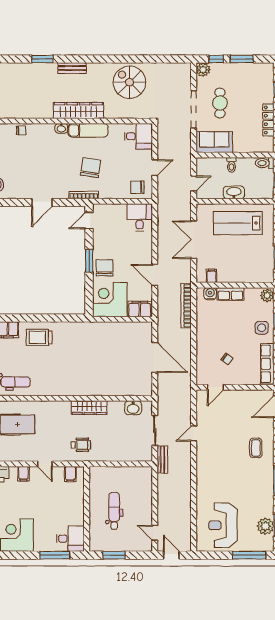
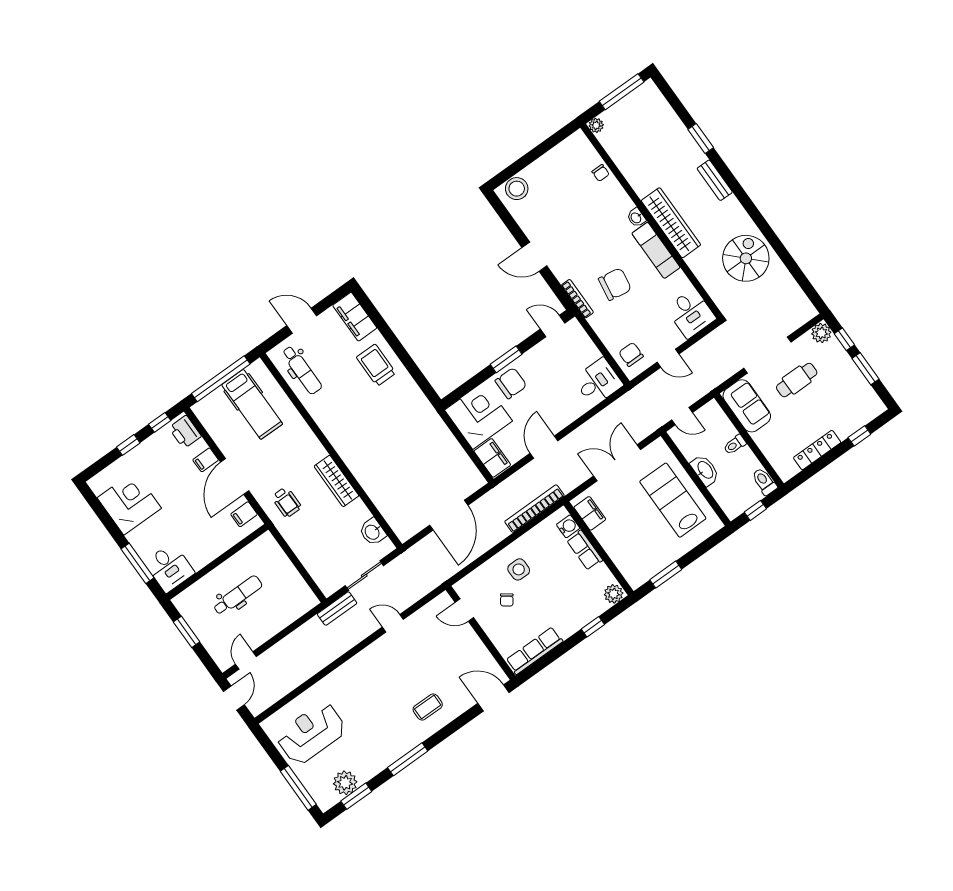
filing cabinet: (211, 276) -> (590, 513), width x2.00
side table: (262, 328) -> (519, 569), moved
door: (45, 464) -> (235, 476), width x1.87

